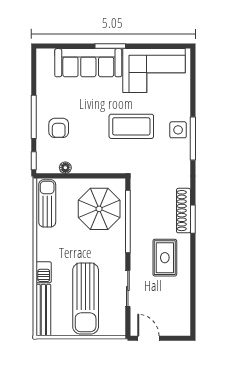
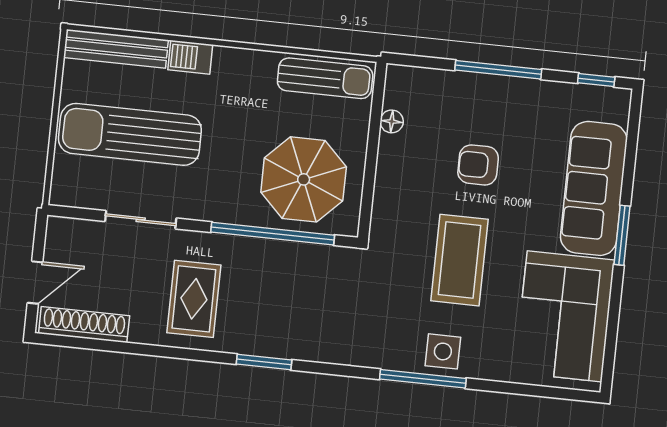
armchair: (59, 128) -> (478, 165), moved
window: (34, 161) -> (596, 80), moved
shoe rack: (183, 211) -> (84, 325), moved
rug: (165, 258) -> (194, 299), turned 90
door: (148, 338) -> (35, 283), moved

